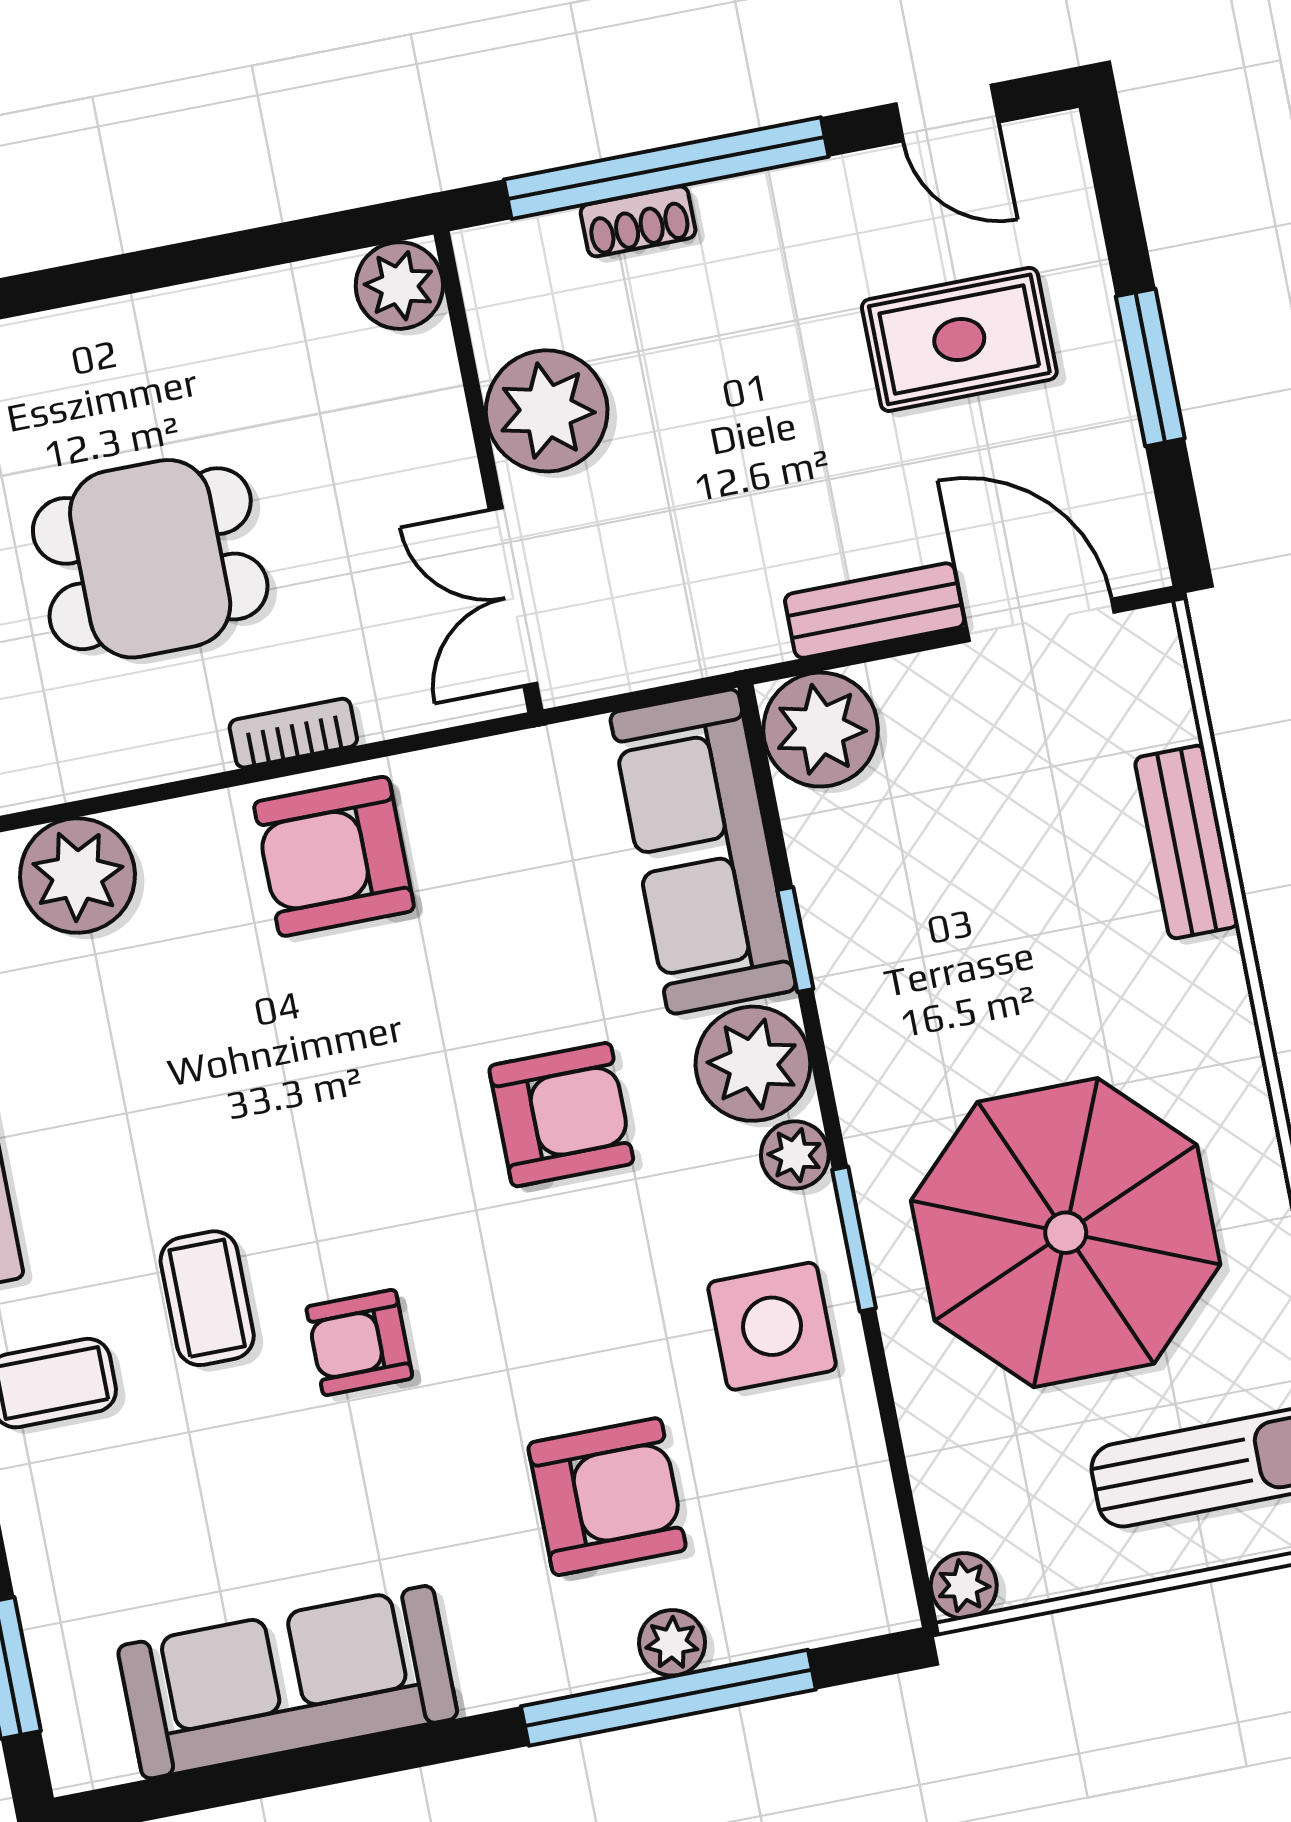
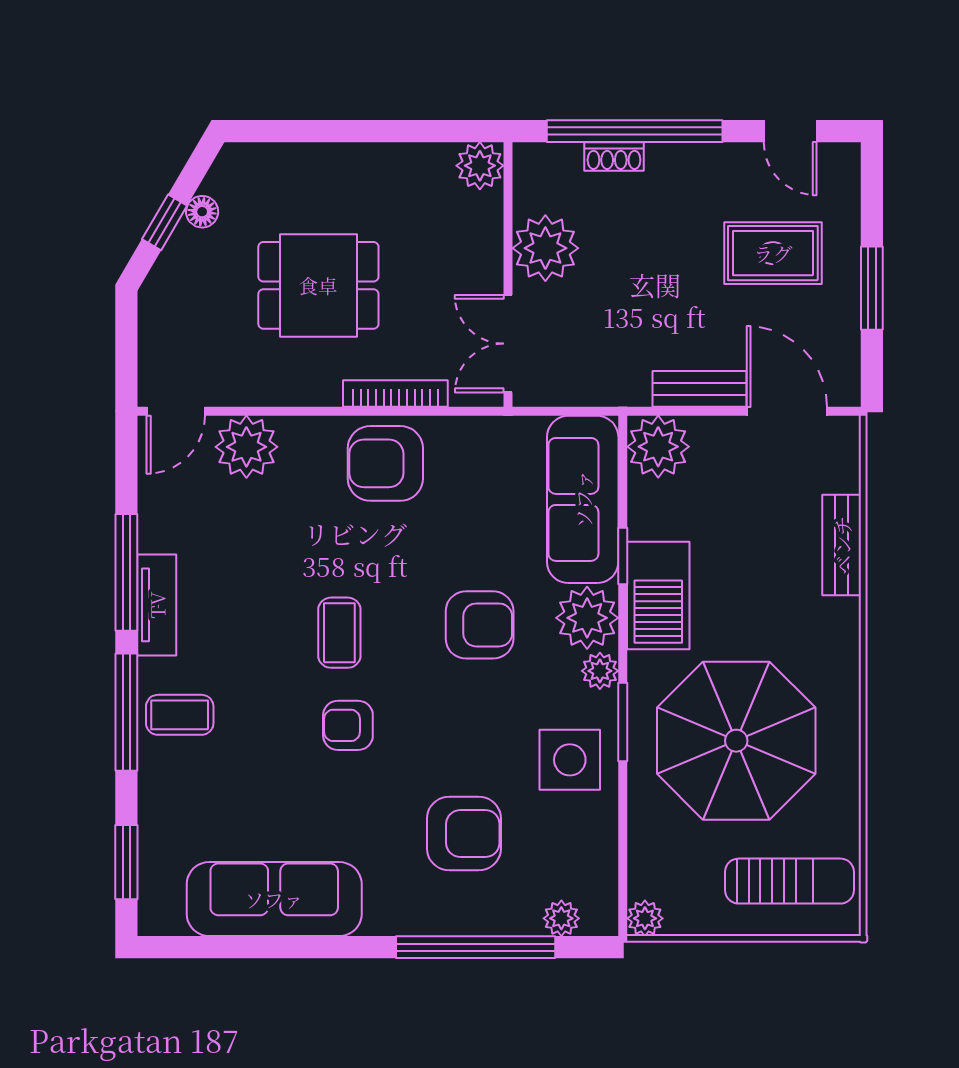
bookcase: (293, 733) -> (395, 393), width x1.56
barbecue: (873, 998) -> (658, 595), added
coffee table: (207, 1298) -> (339, 633), moved
plant: (672, 1643) -> (561, 918), moved

